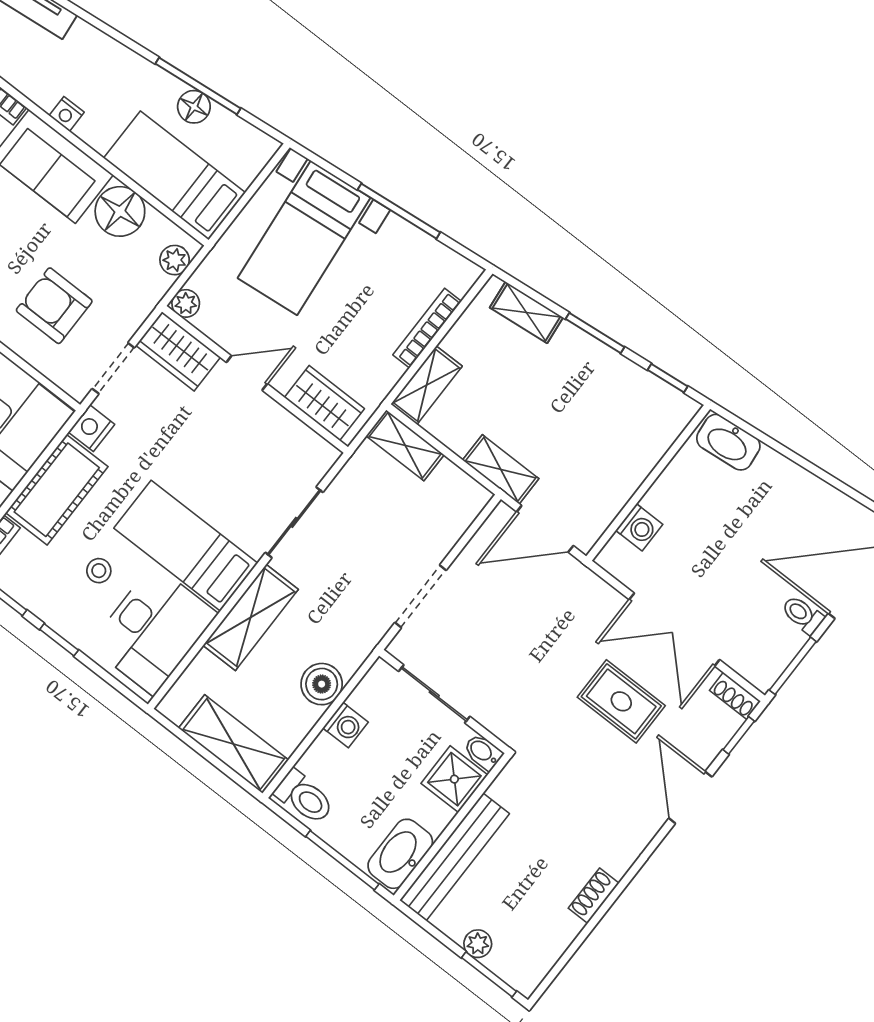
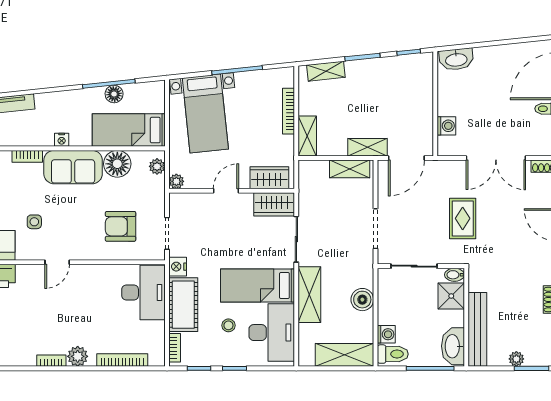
wardrobe: (178, 351) -> (274, 204), moved
shelving: (405, 445) -> (350, 169), moved
rug: (621, 701) -> (463, 218), moved, turned 90
washing machine: (346, 725) -> (386, 334), moved

